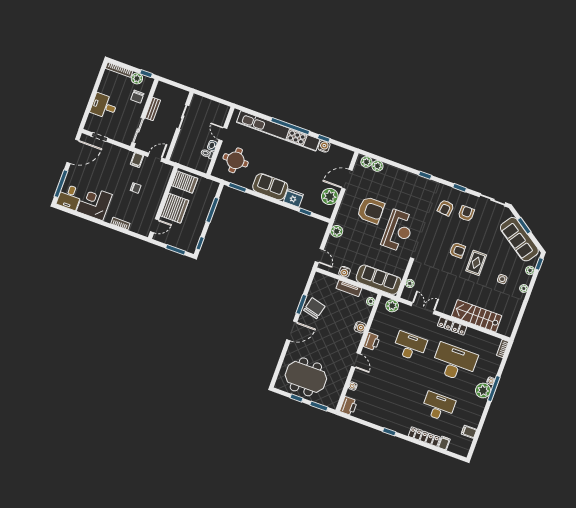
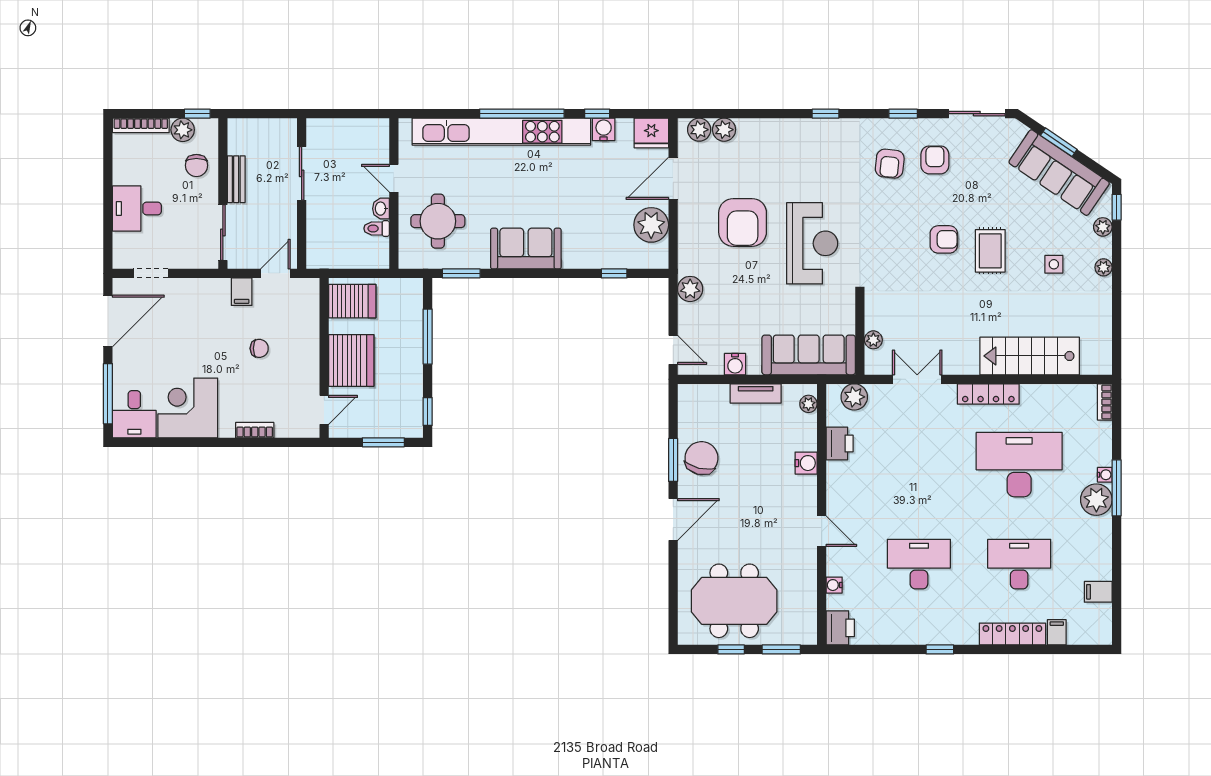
fridge: (293, 198) -> (651, 133), moved, turned 180
armchair: (371, 210) -> (743, 222), turned 90
printer: (372, 341) -> (840, 443), moved
desk: (410, 346) -> (919, 564), moved

